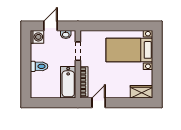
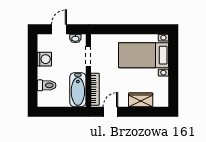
washing machine: (37, 37) -> (44, 59), moved
toilet: (39, 66) -> (47, 85), moved
wardrobe: (141, 92) -> (141, 100), moved

